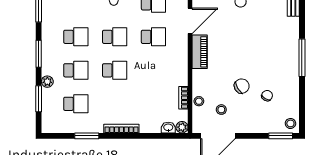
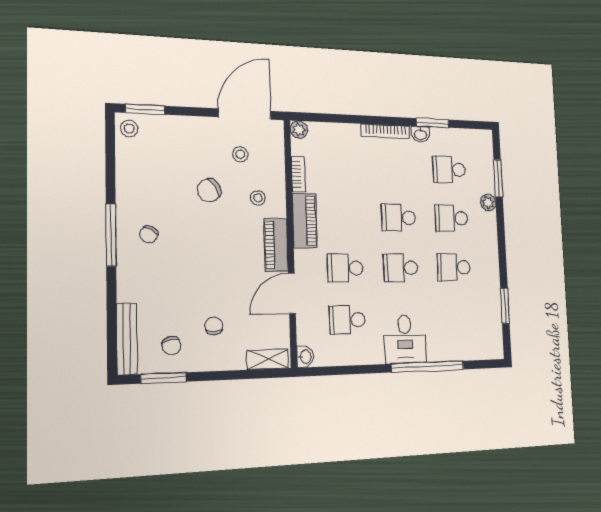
window: (39, 54) -> (502, 243), removed
piano: (180, 68) -> (305, 221), added
chair: (267, 96) -> (149, 234), moved
stool: (199, 101) -> (258, 198), moved
washbasin: (168, 128) -> (420, 134), moved

